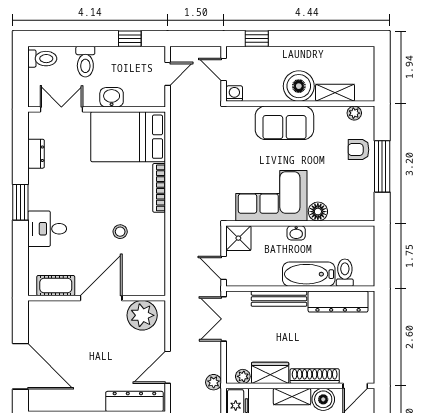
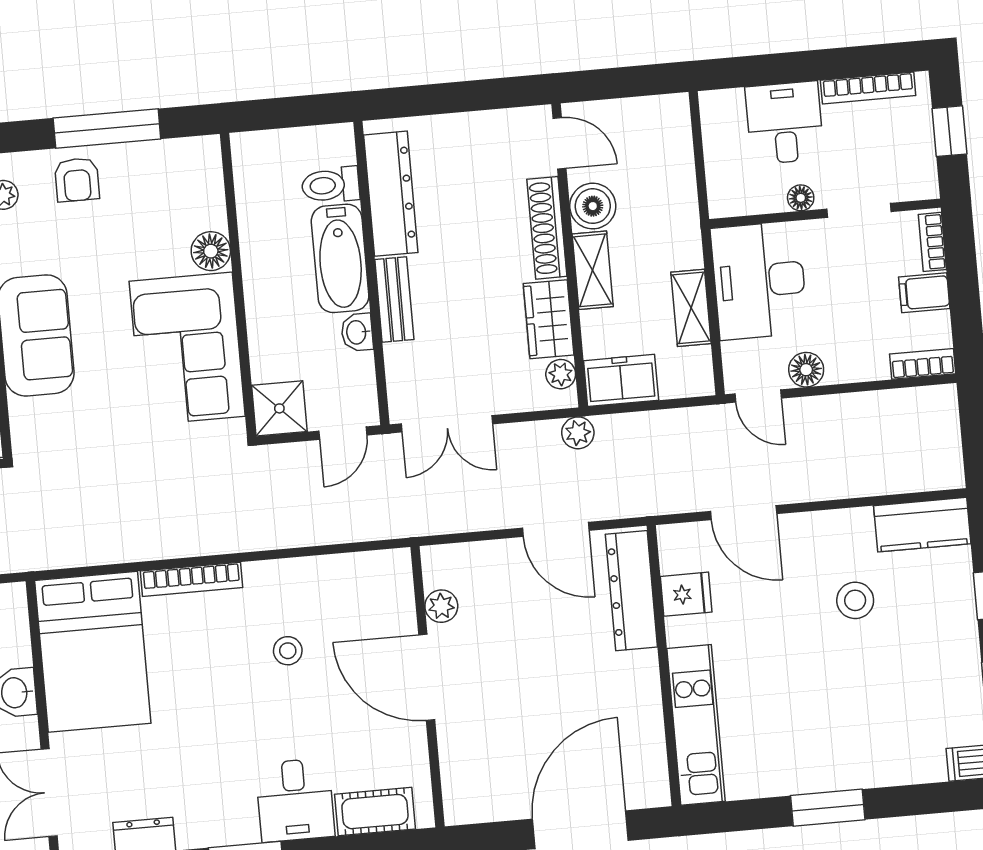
washbasin: (296, 233) -> (357, 332), moved, turned 180
cot: (56, 286) -> (375, 812), moved, turned 90
bench: (279, 299) -> (394, 299), width x0.73
plant: (142, 315) -> (441, 606), width x0.53, depth x0.53

